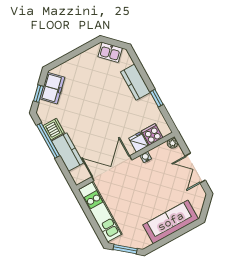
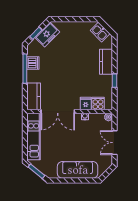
kitchen counter: (68, 152) -> (34, 96), moved
double door: (112, 168) -> (58, 111), swing flipped

